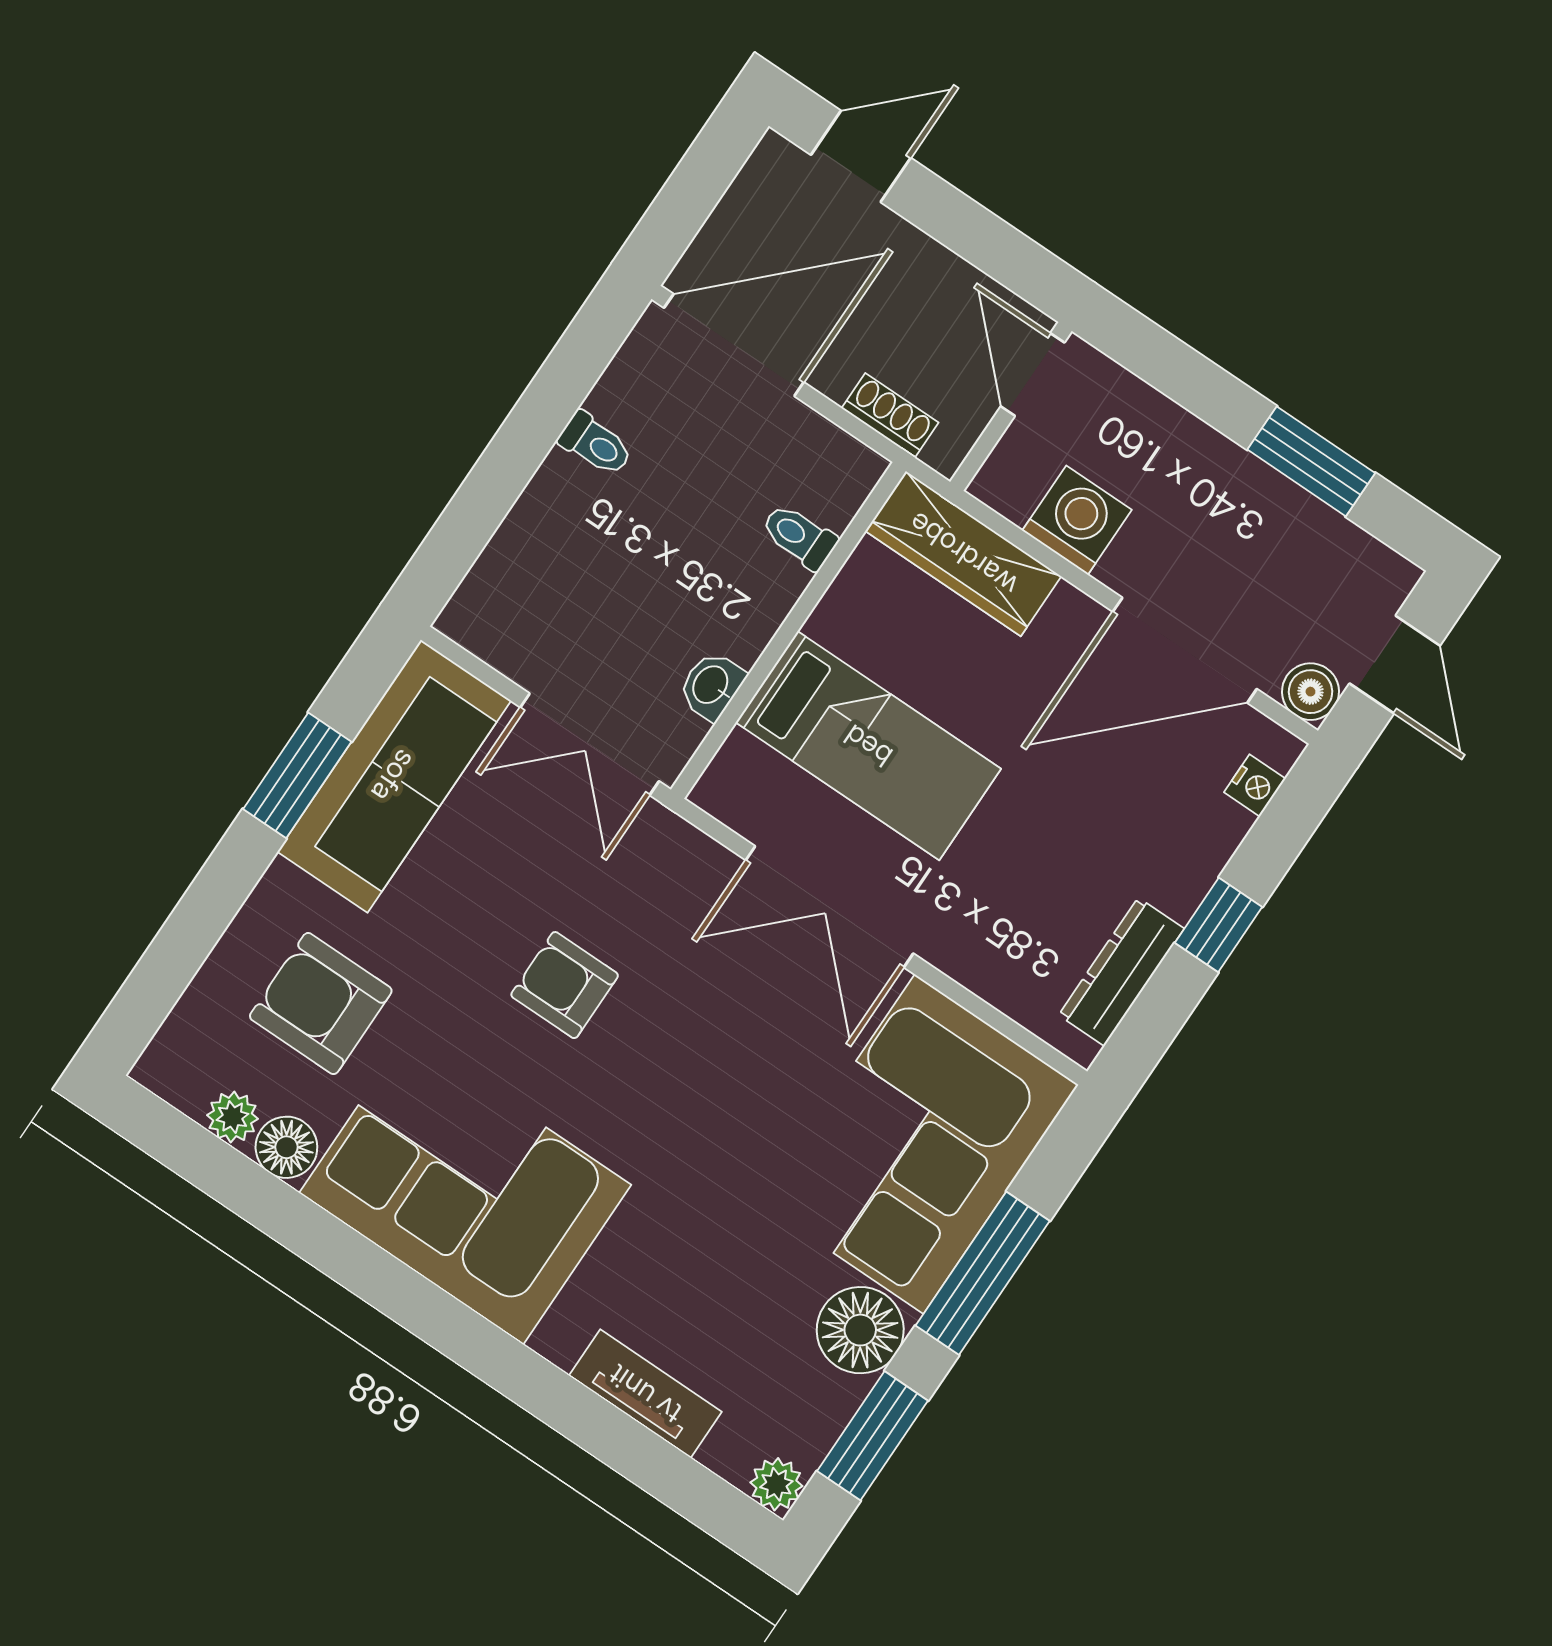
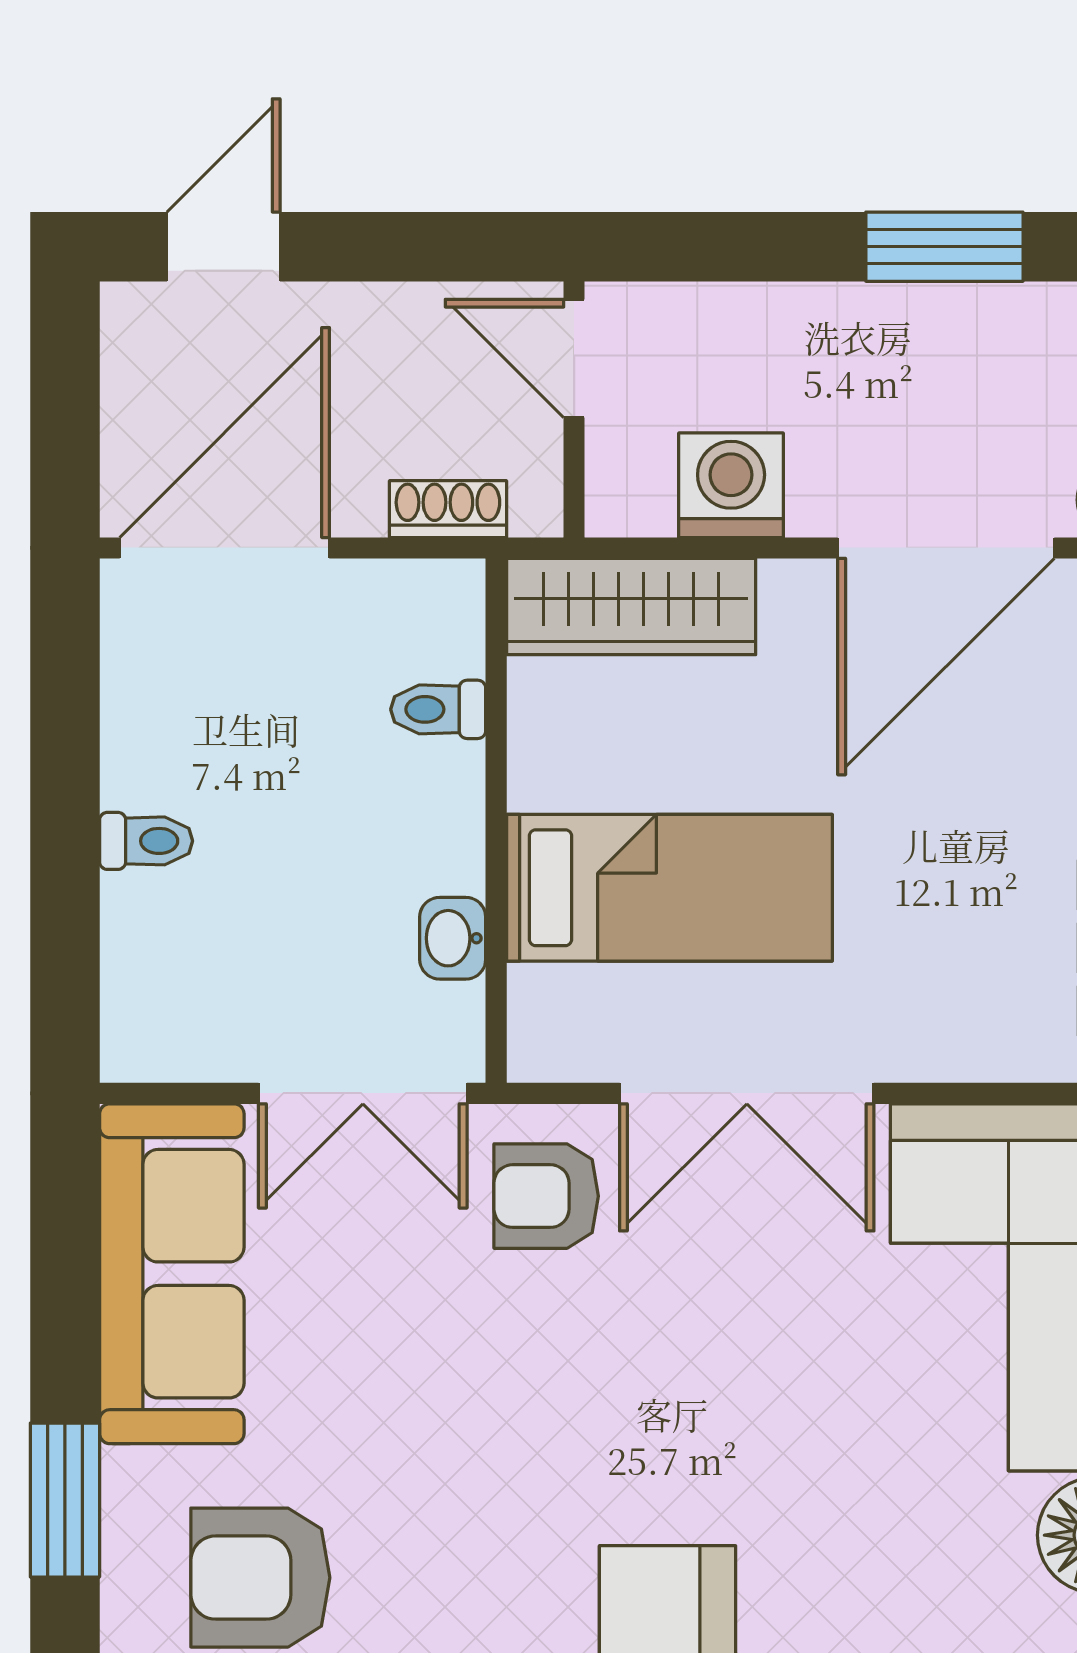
toilet: (596, 444) -> (146, 841), moved
window: (297, 775) -> (65, 1500), moved
armchair: (565, 985) -> (546, 1196), moved

